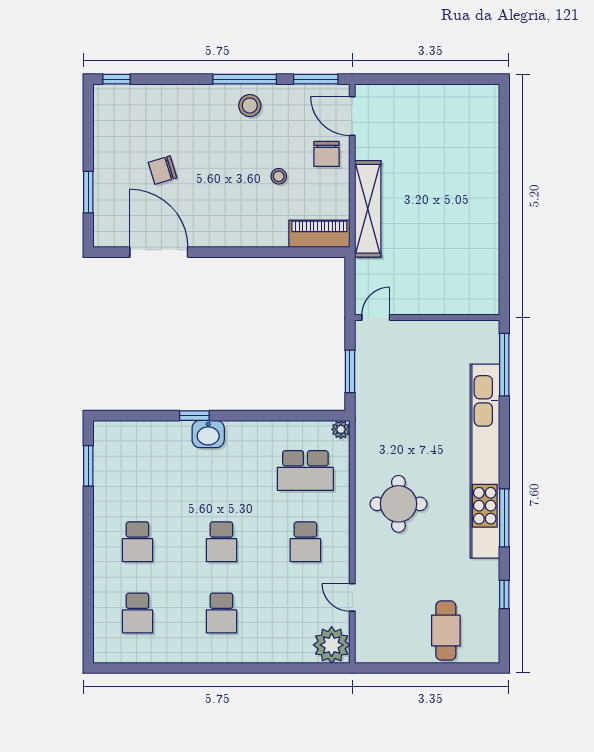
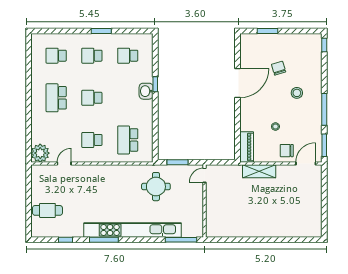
stool: (250, 106) -> (297, 93), moved
shelving: (368, 209) -> (259, 171), width x0.68
door: (159, 252) -> (237, 83), moved
door: (376, 318) -> (205, 175), swing flipped
plant: (341, 429) -> (148, 158), removed
window: (88, 466) -> (101, 31), moved
school desk: (137, 471) -> (128, 56), added
round table: (398, 504) -> (156, 187), moved
school desk: (221, 613) -> (56, 98), width x1.85

